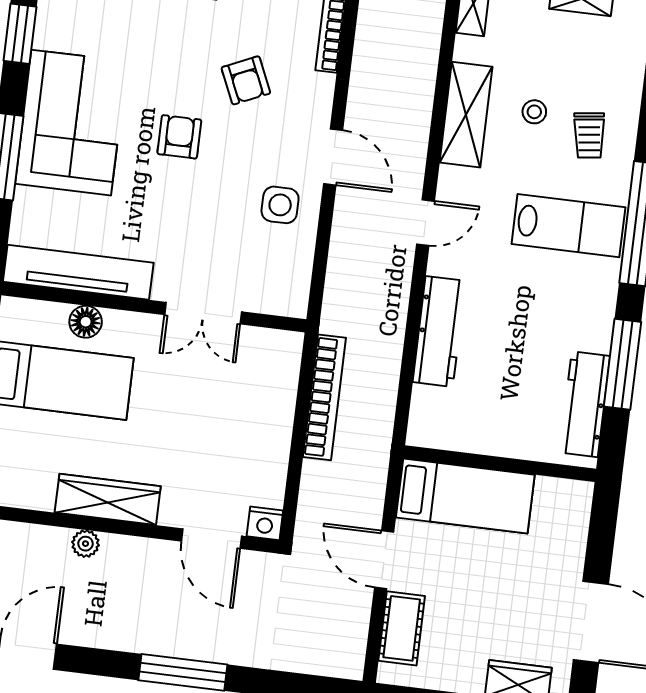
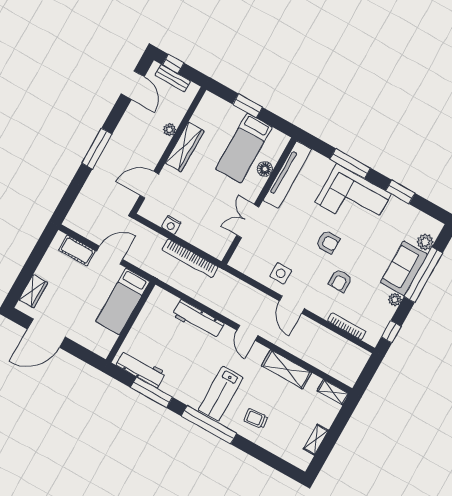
armchair: (246, 80) -> (340, 281), turned -66
stool: (534, 112) -> (276, 399), removed
door: (333, 157) -> (292, 305), hinge flipped
nightstand: (265, 523) -> (171, 225), moved, turned -90

